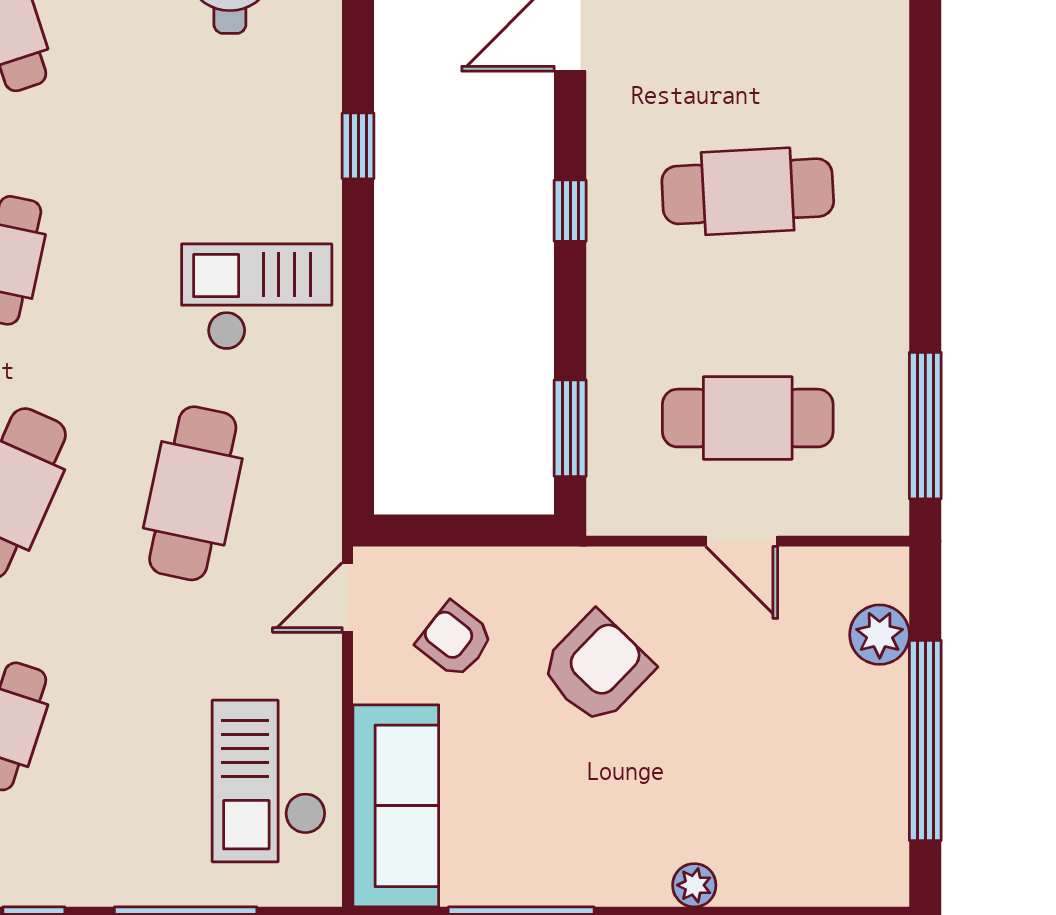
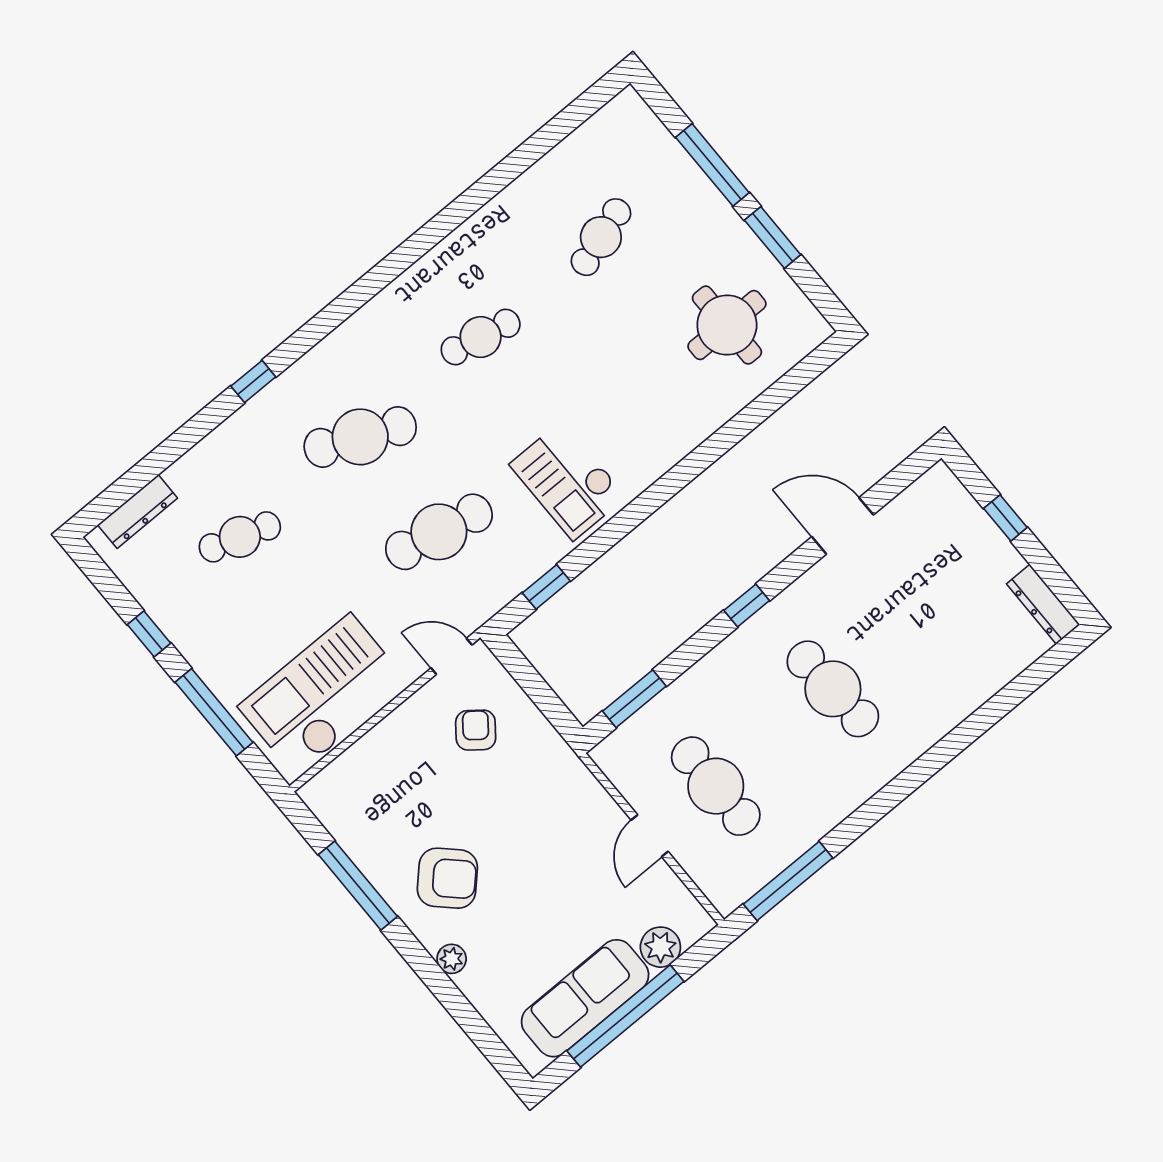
window: (358, 146) -> (546, 587), moved
checkout: (257, 297) -> (568, 480), turned 180
armchair: (597, 668) -> (447, 878), moved
checkout: (269, 781) -> (323, 695), width x1.36, depth x1.21
sofa: (396, 806) -> (585, 998), moved, turned 180

